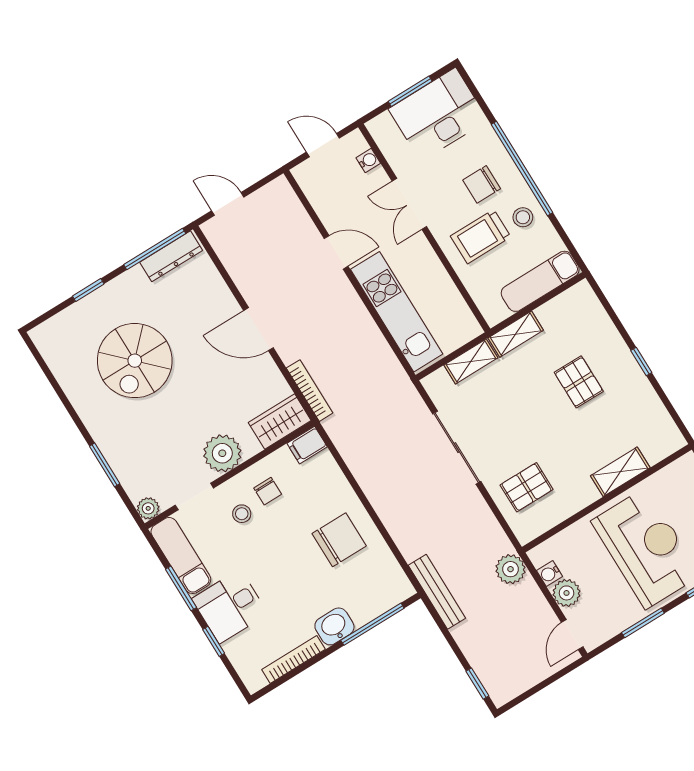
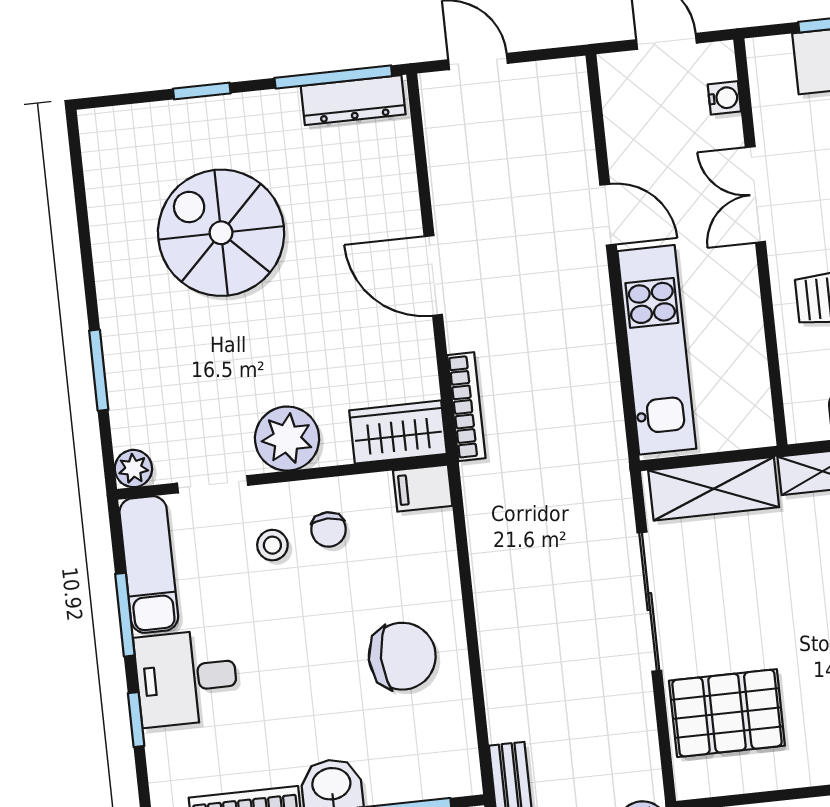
spiral stairs: (135, 361) -> (221, 233), turned 90
shelving: (471, 361) -> (714, 489), width x1.50, depth x1.33
pallet: (527, 487) -> (727, 713), width x1.50, depth x1.42

